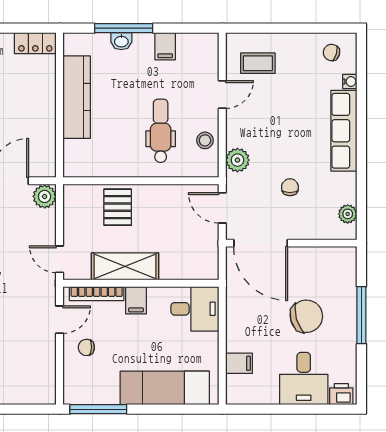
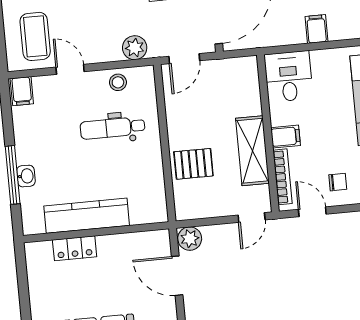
locker: (35, 43) -> (75, 248), moved, turned 90
filing cabinet: (165, 46) -> (22, 91), moved, turned 90
coffee table: (258, 63) -> (35, 36), width x1.36, depth x1.30
chair: (86, 347) -> (338, 182), turned -93
filing cabinet: (239, 363) -> (316, 29), moved

